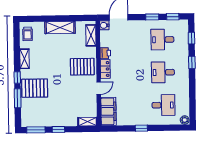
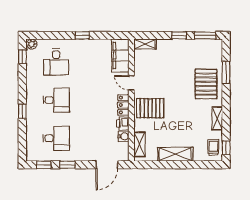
water cooler: (104, 25) -> (124, 136), moved
window: (191, 38) -> (22, 57), moved
window: (17, 77) -> (226, 148), moved
pallet: (35, 88) -> (206, 84), turned 90
door: (99, 88) -> (131, 83), hinge flipped
desk: (163, 105) -> (56, 62), turned -90

